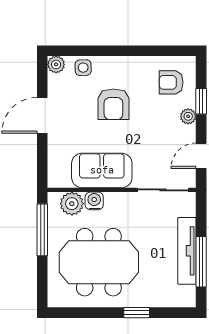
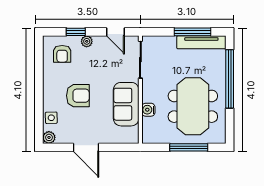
plant: (72, 204) -> (150, 126), removed
window: (42, 230) -> (189, 147), moved
tv unit: (187, 251) -> (201, 42), moved
window: (137, 313) -> (230, 79), width x3.17

